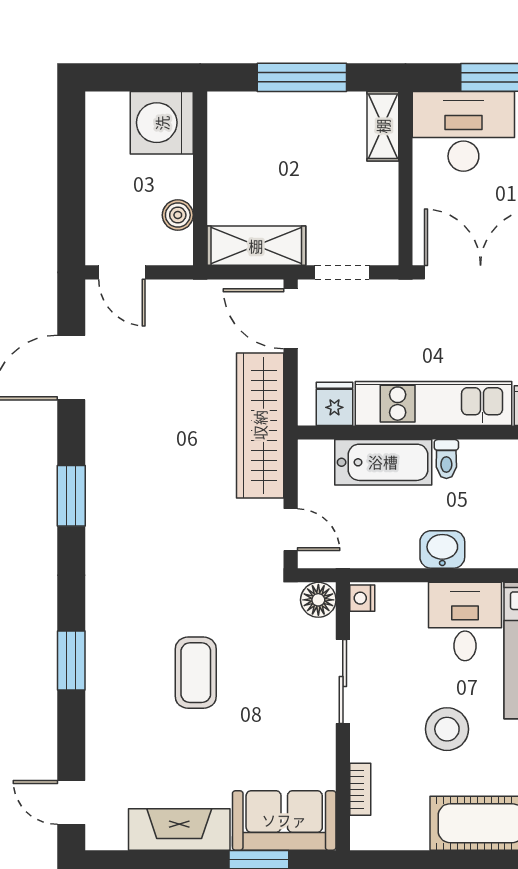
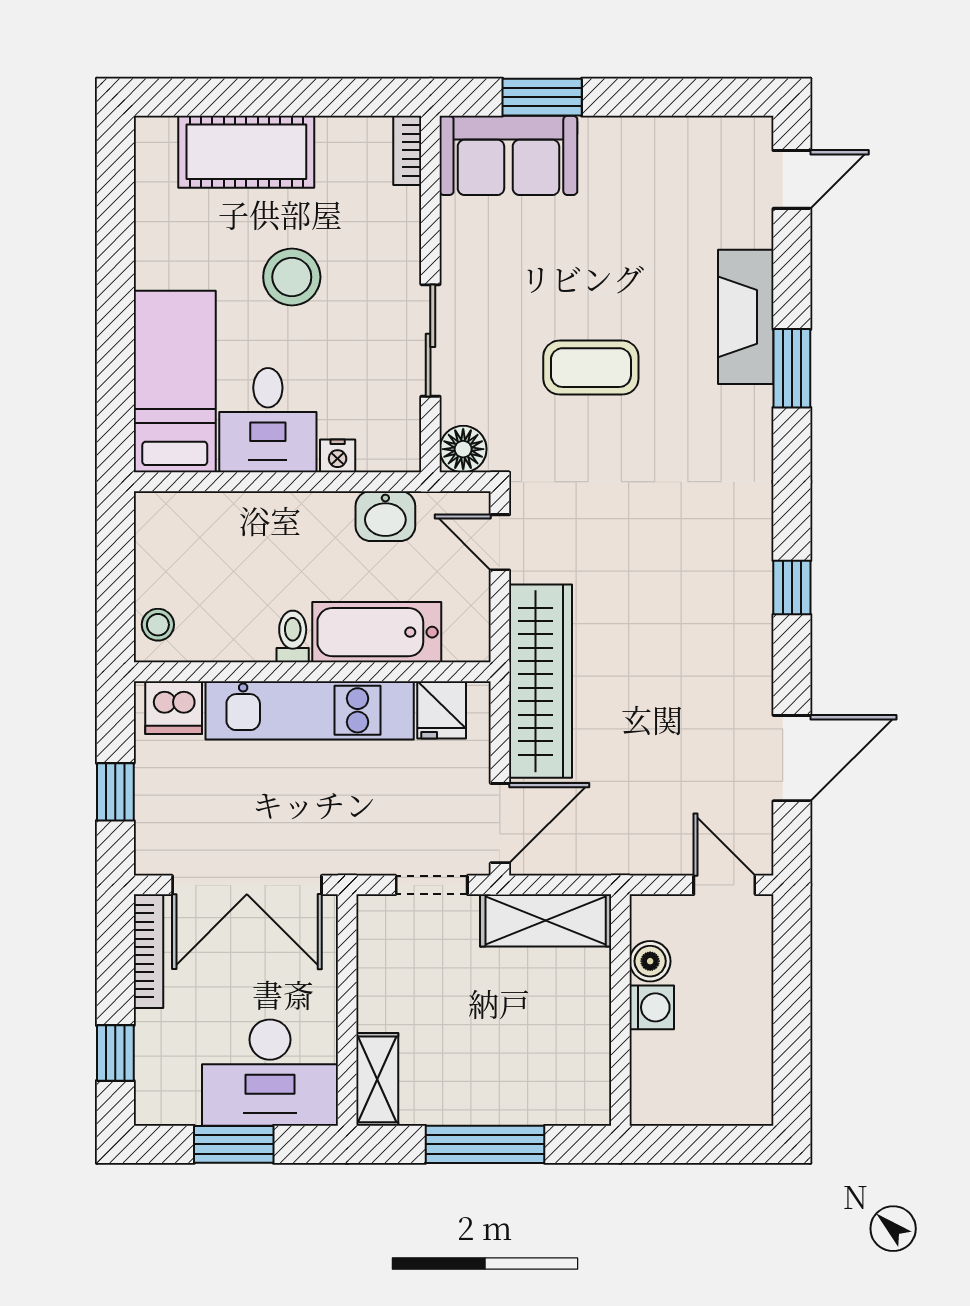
washing machine: (162, 123) -> (652, 1007), moved, width x0.53, depth x0.53
door: (291, 319) -> (500, 823), hinge flipped
window: (71, 496) -> (792, 587), width x0.67
washbasin: (442, 549) -> (385, 516), moved
nightstand: (362, 598) -> (338, 456), moved, turned 90
coffee table: (196, 673) -> (591, 368), moved, turned 90
bookcase: (360, 789) -> (407, 150), moved
door: (71, 802) -> (792, 179), hinge flipped
fireplace: (179, 830) -> (746, 317), moved, turned 90

